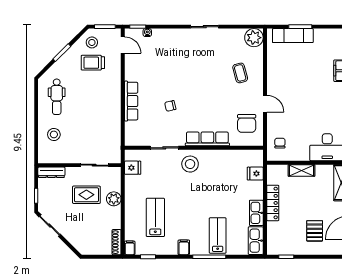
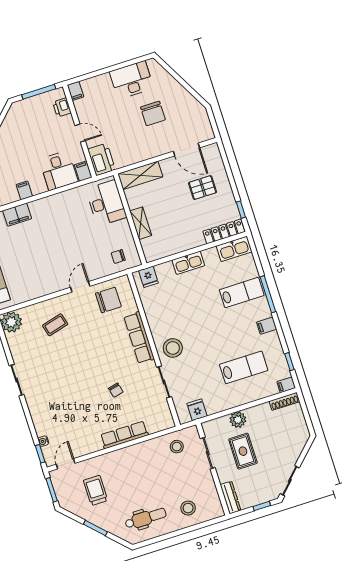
stool: (92, 42) -> (177, 447), moved
trolley: (93, 63) -> (95, 490), turned 180
fridge: (255, 174) -> (148, 277), moved
locker: (273, 203) -> (224, 231), moved
kitchen sink: (256, 213) -> (188, 263), moved
lab bench: (155, 217) -> (244, 367), turned 180
lab bench: (218, 235) -> (242, 293), turned 180

